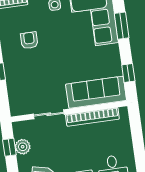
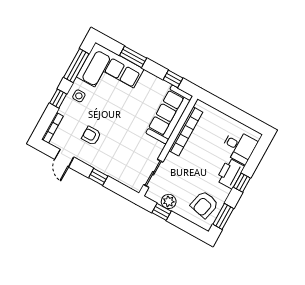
sliding door: (49, 114) -> (153, 173), moved

